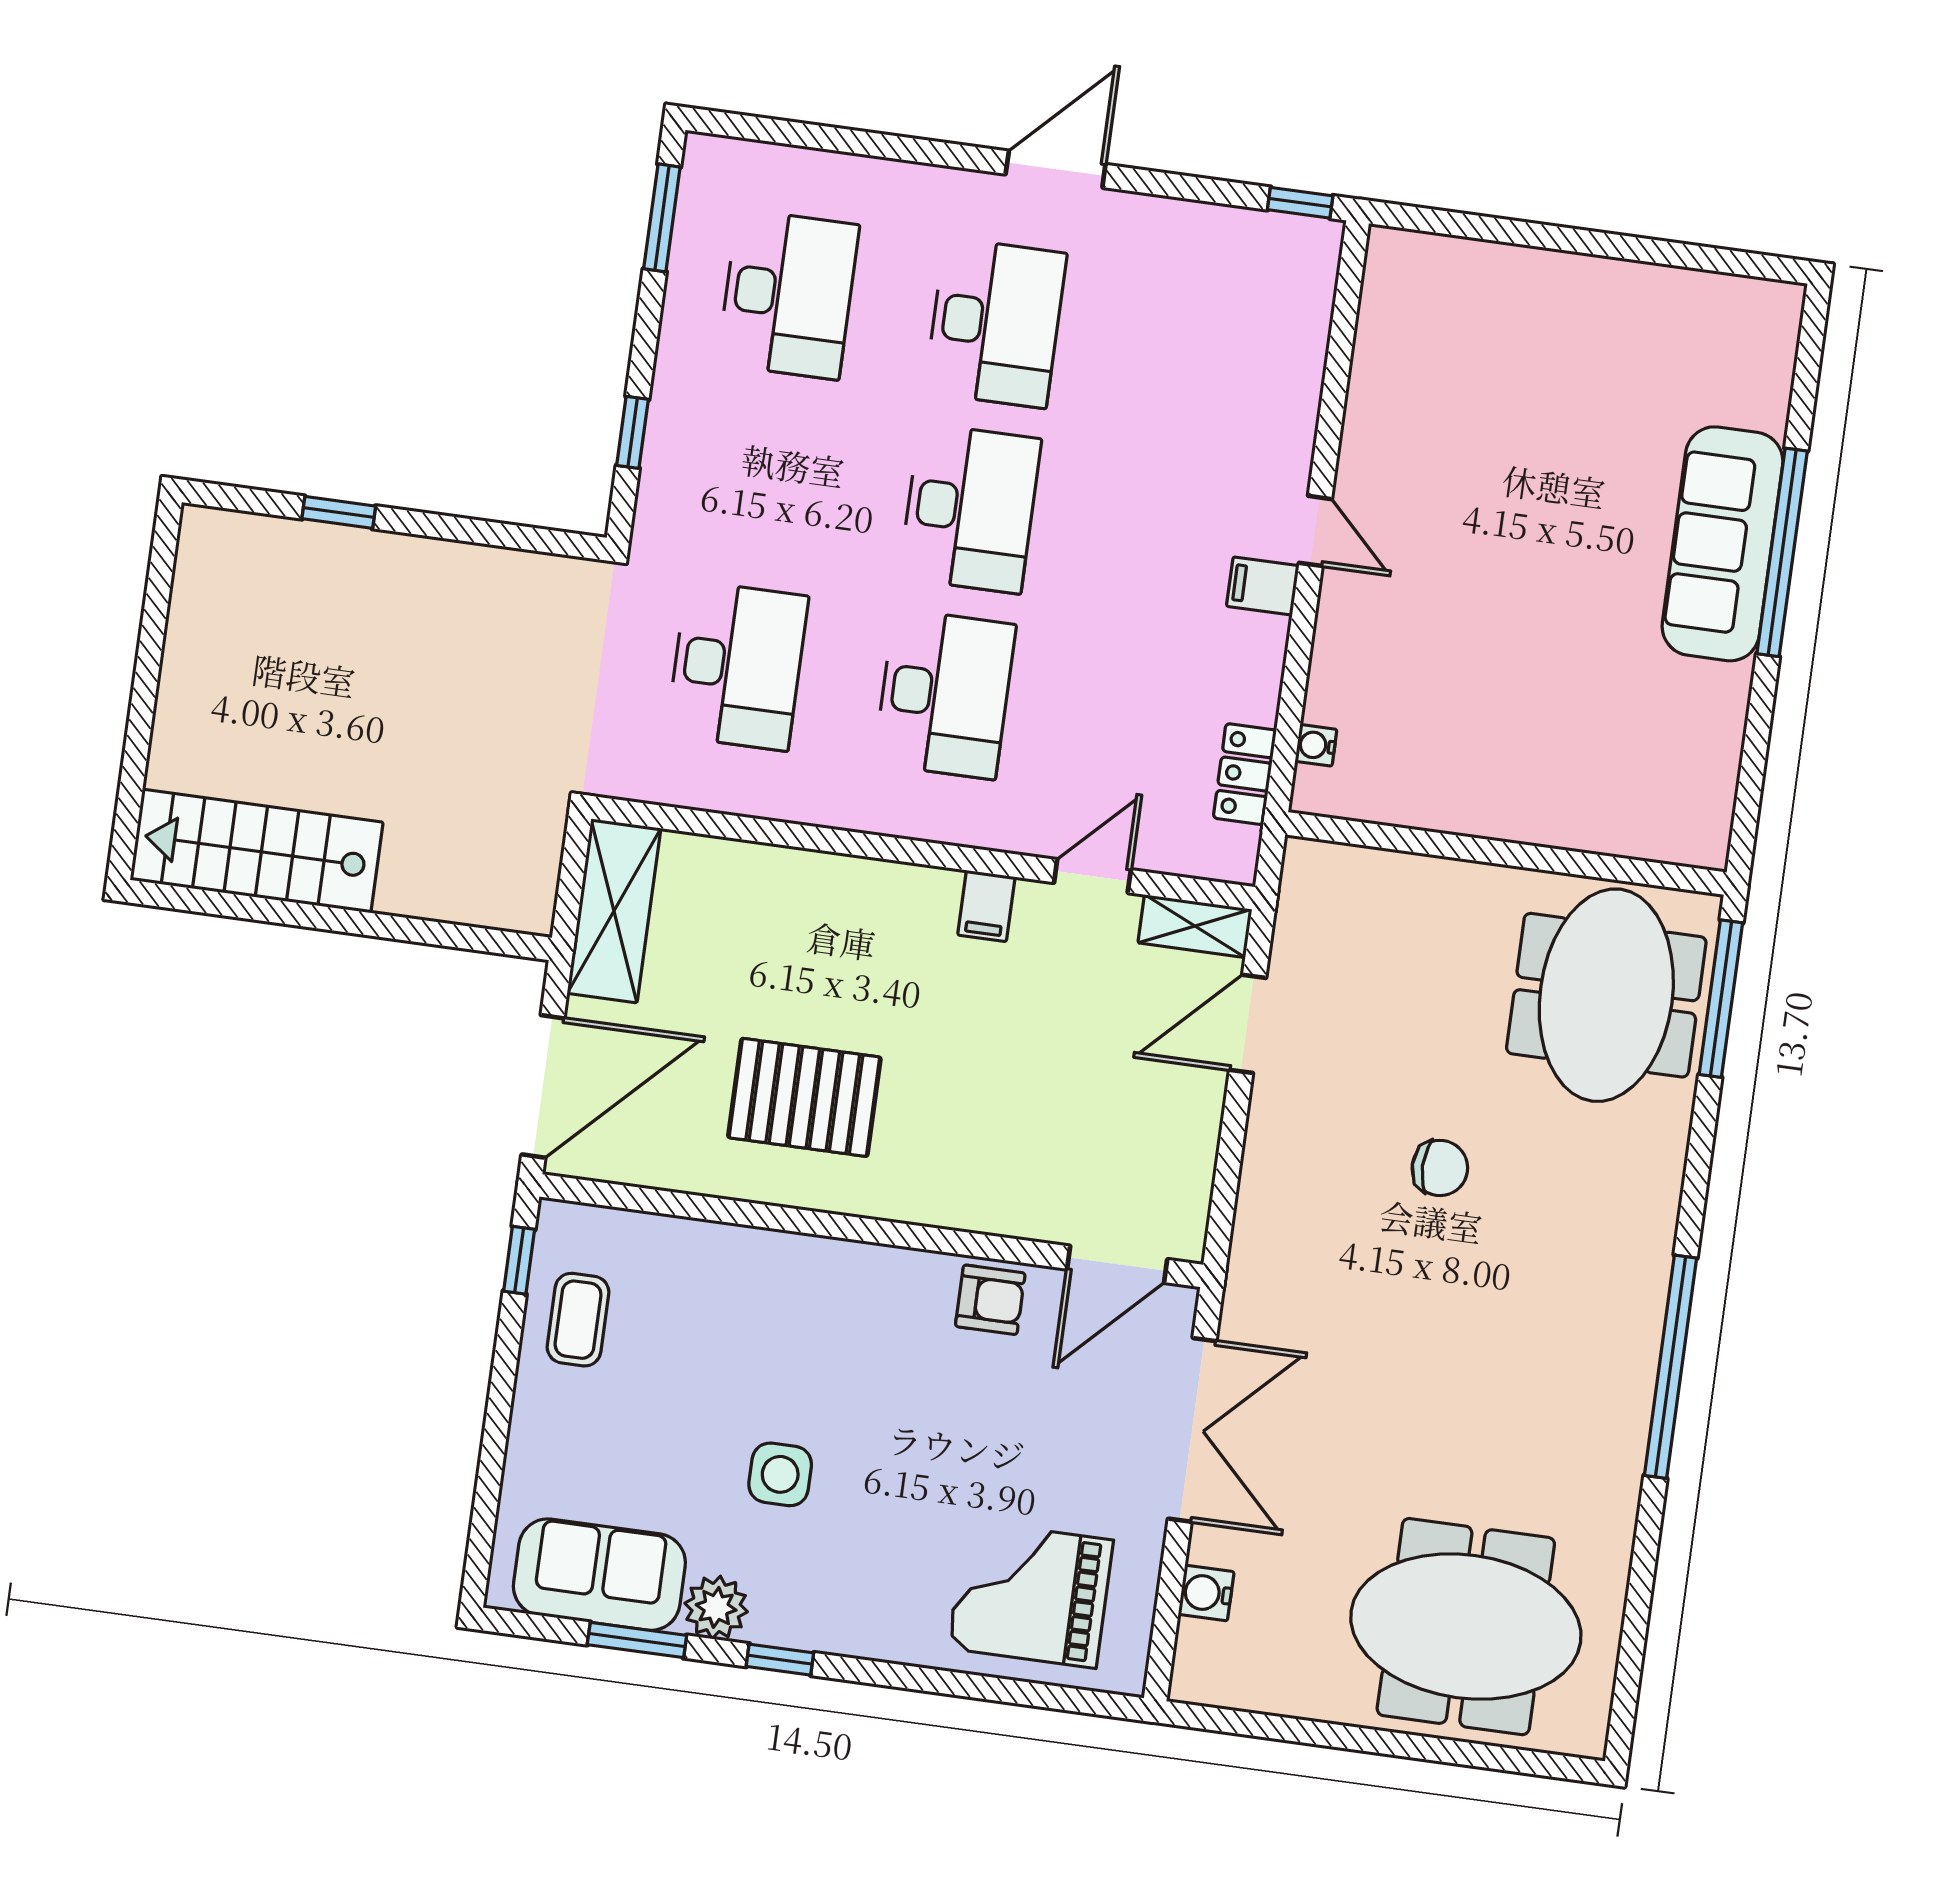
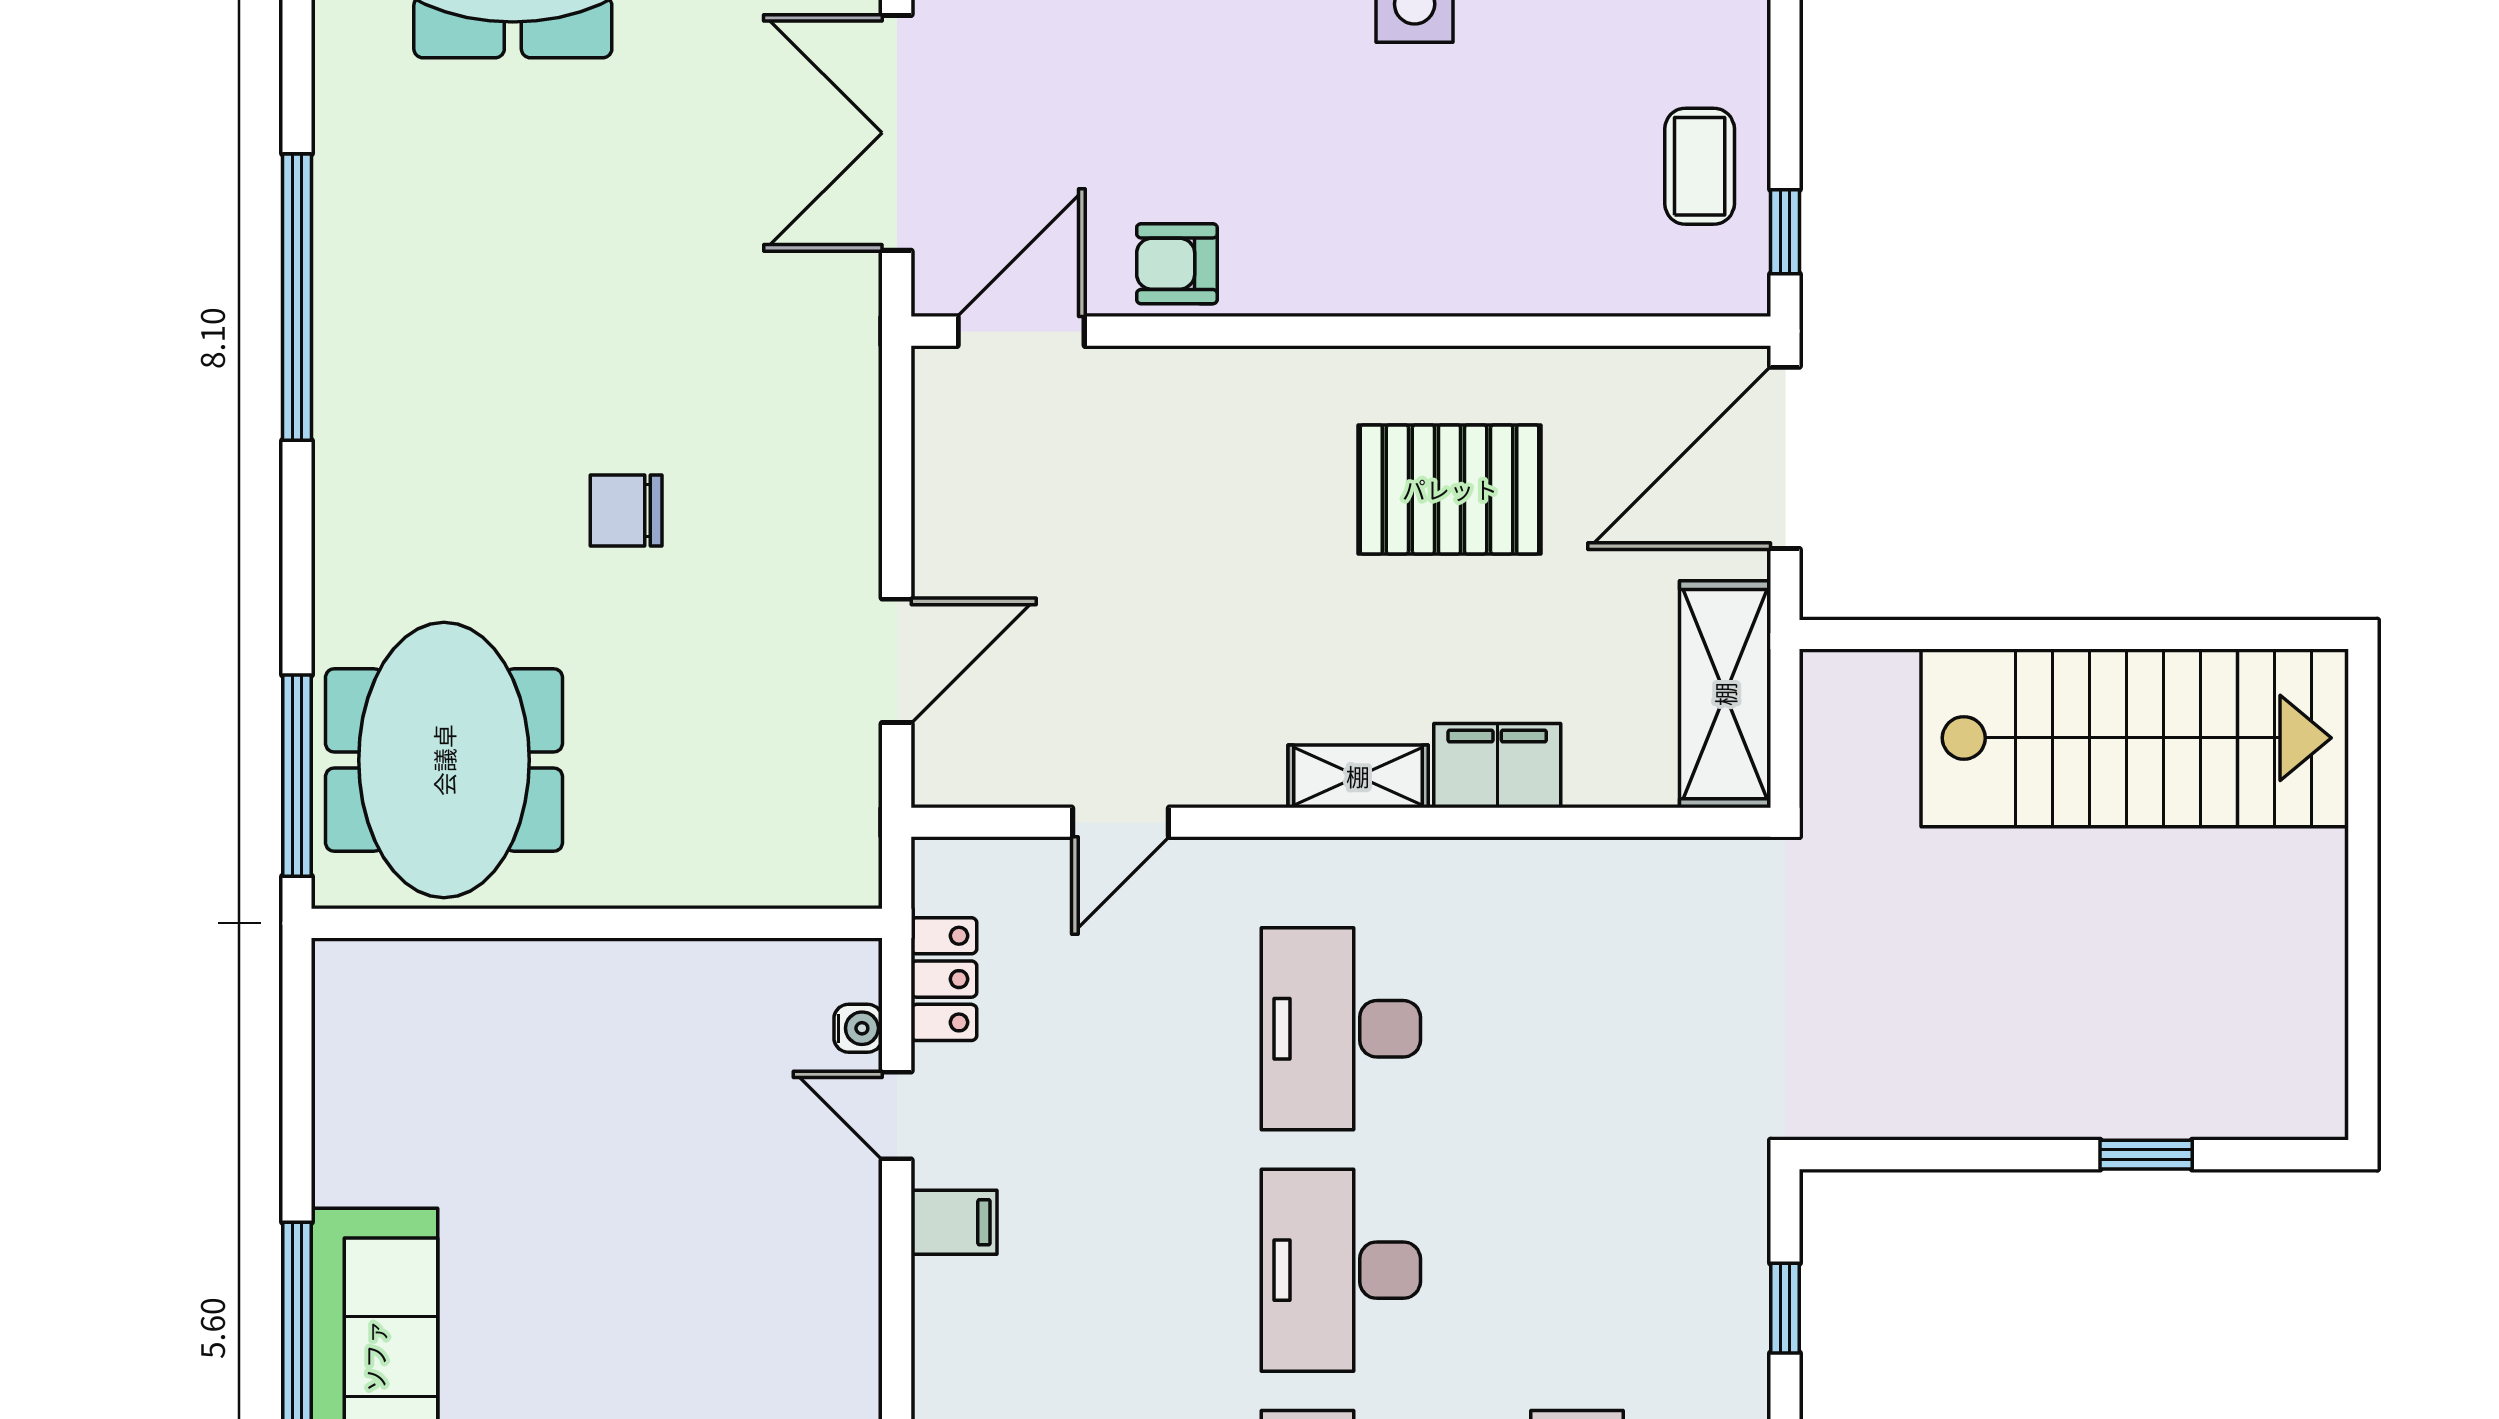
door: (1315, 531) -> (897, 1116), moved
desk: (737, 666) -> (1610, 1029), removed
stairs: (257, 851) -> (2135, 738), width x1.36, depth x1.51
filing cabinet: (986, 906) -> (1497, 766), moved, width x2.00
shelving: (1195, 926) -> (1358, 776), moved

